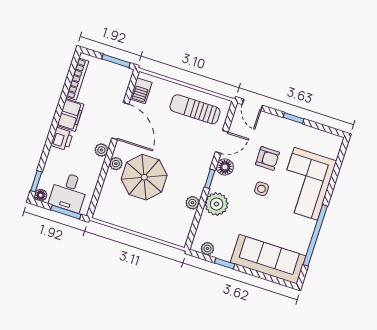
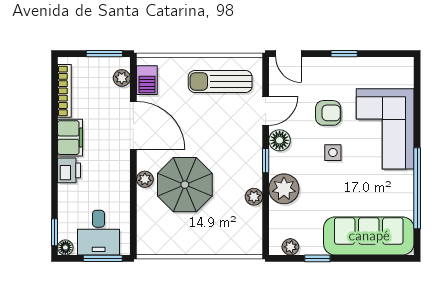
plant: (101, 150) -> (122, 78), moved

